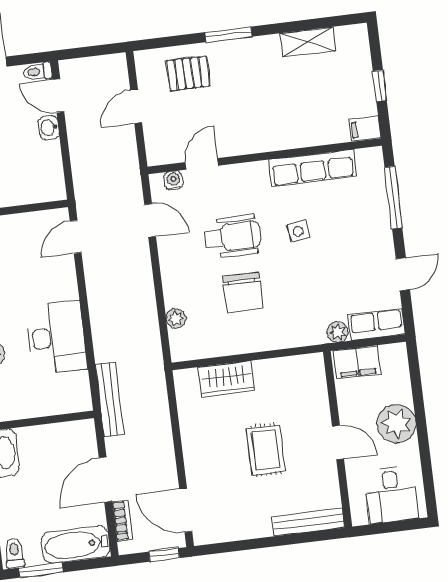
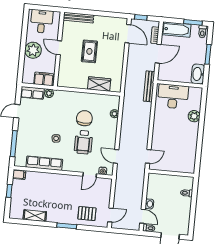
door: (136, 106) -> (110, 215), moved
wheelchair: (233, 237) -> (83, 142), turned -90
desk: (56, 337) -> (173, 96), moved, turned 90

